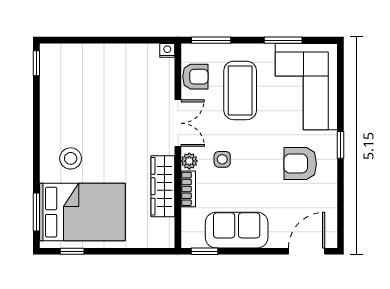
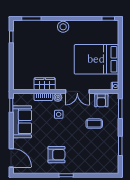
corner sofa: (306, 87) -> (96, 158), removed
coffee table: (240, 90) -> (94, 124), width x0.54, depth x0.58
stool: (71, 158) -> (63, 27), moved
armchair: (300, 164) -> (56, 155), turned 90
wardrobe: (163, 186) -> (45, 84), width x0.67
bed: (82, 212) -> (96, 59), moved, turned 90

